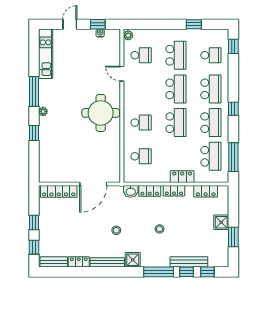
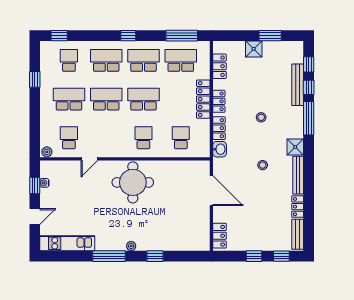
door: (70, 24) -> (35, 217), swing flipped
locker: (182, 177) -> (203, 99), width x1.53
locker: (59, 191) -> (220, 236), width x0.66

